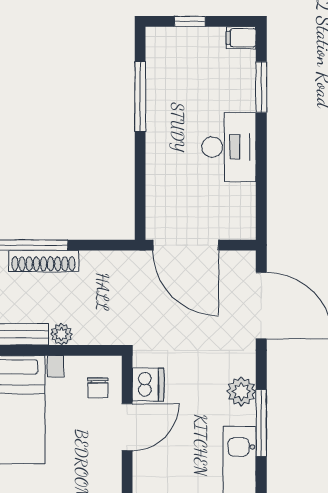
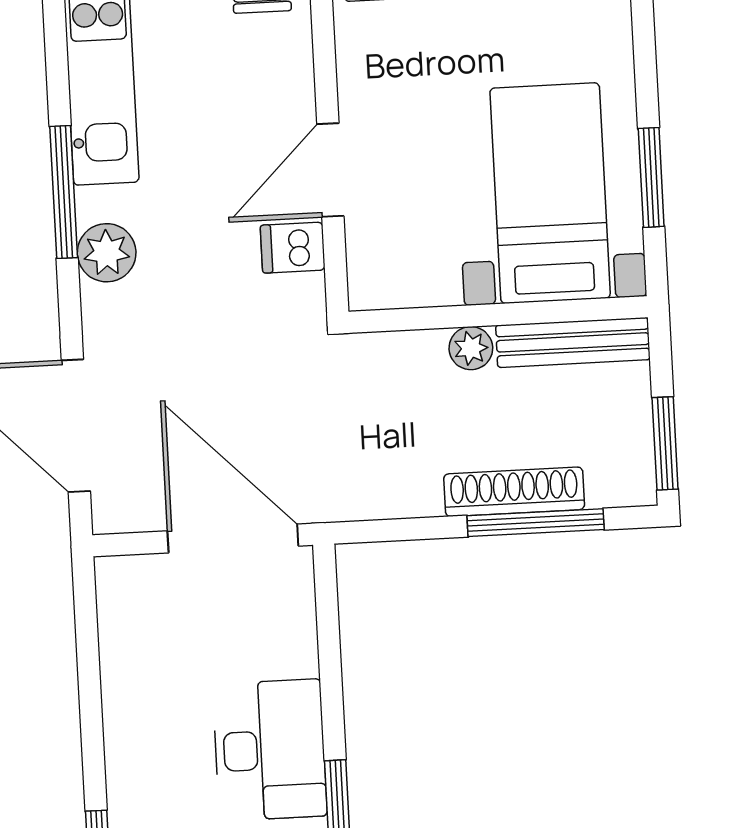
desk: (229, 147) -> (270, 750), moved, turned 180
dishwasher: (148, 385) -> (293, 248), width x0.73
chair: (98, 388) -> (392, 245), removed

